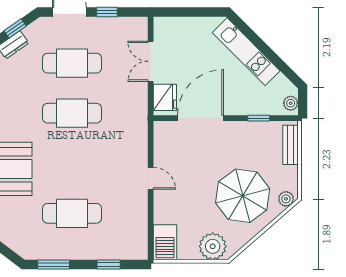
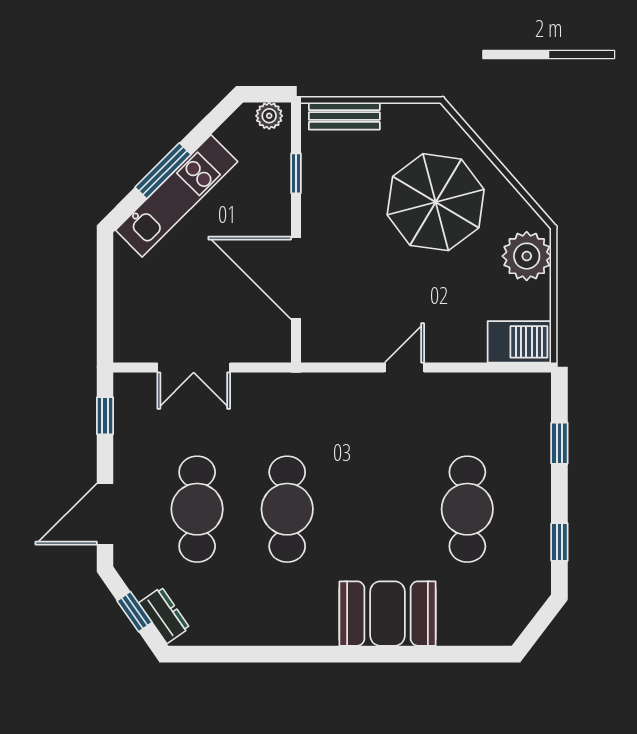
window: (107, 12) -> (105, 416), moved
window: (260, 44) -> (163, 171), added
fridge: (165, 97) -> (259, 342), removed
plant: (286, 199) -> (441, 124), removed
window: (54, 264) -> (559, 542), width x0.67

